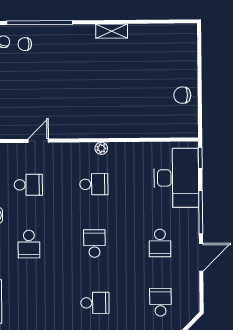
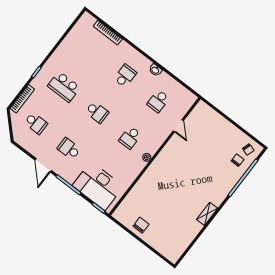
school desk: (29, 244) -> (125, 76), turned 90
school desk: (95, 303) -> (64, 87), width x1.85

